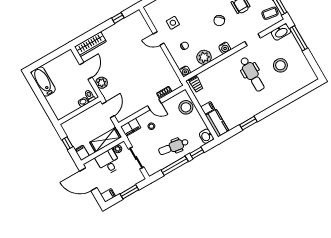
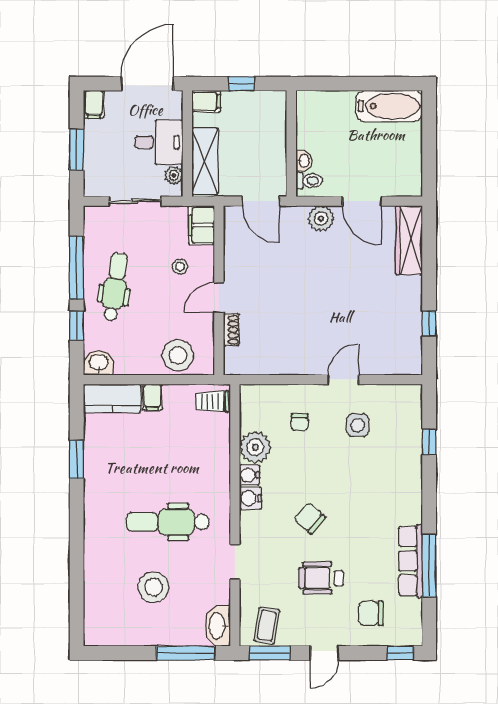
water cooler: (185, 71) -> (249, 475), moved

